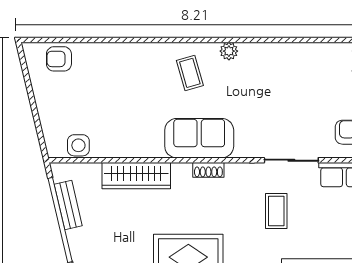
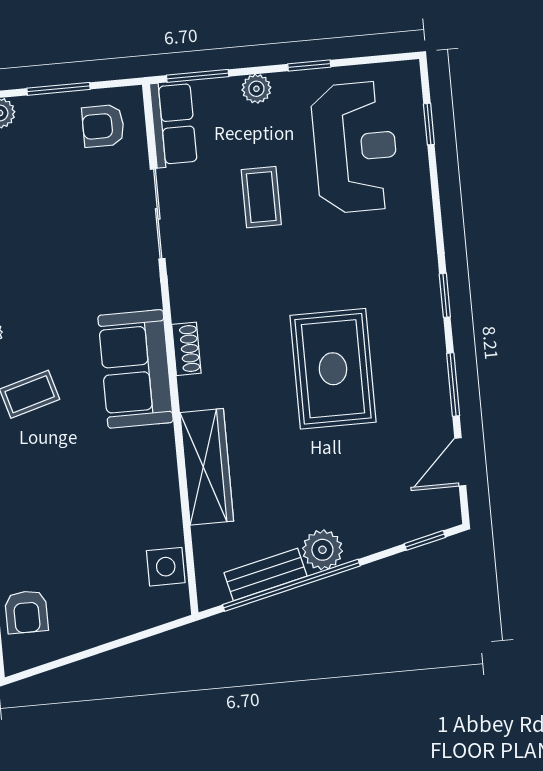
coffee table: (276, 211) -> (261, 197), moved, turned 90
plant: (80, 241) -> (322, 550), added

